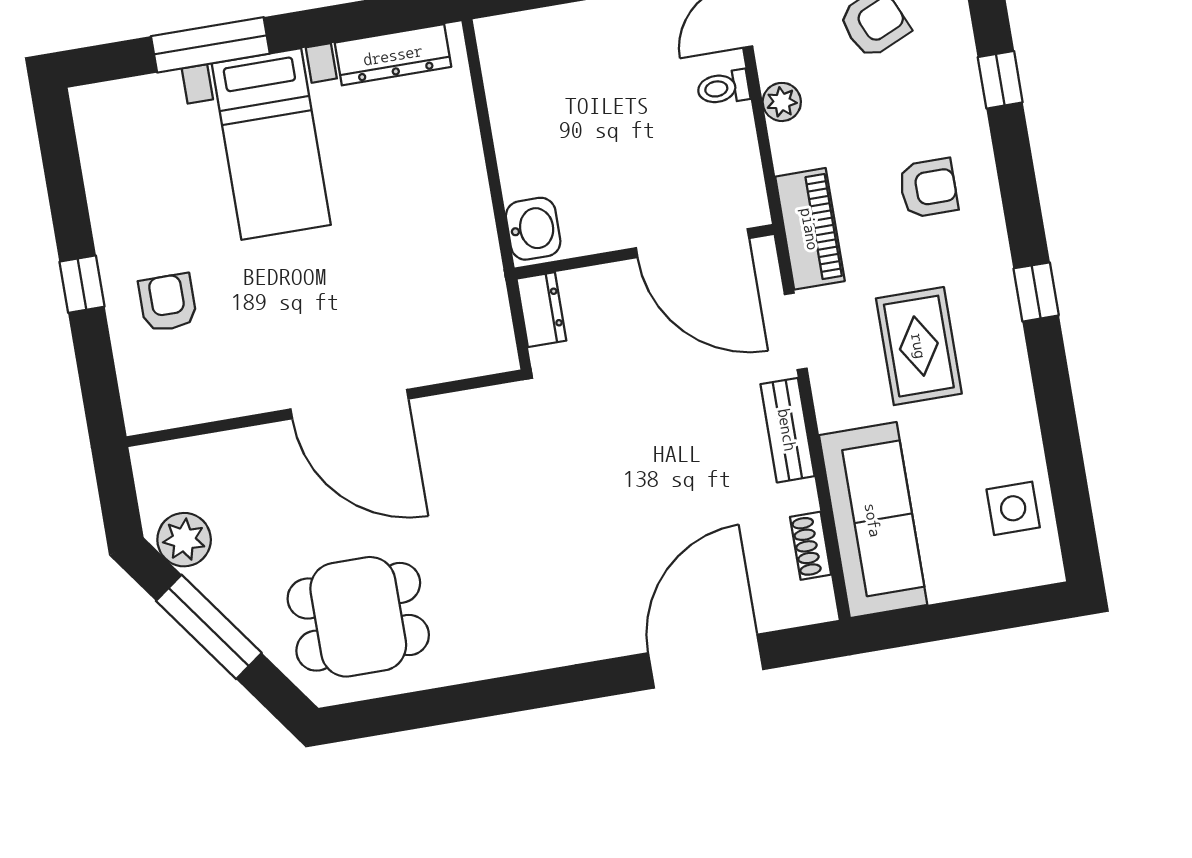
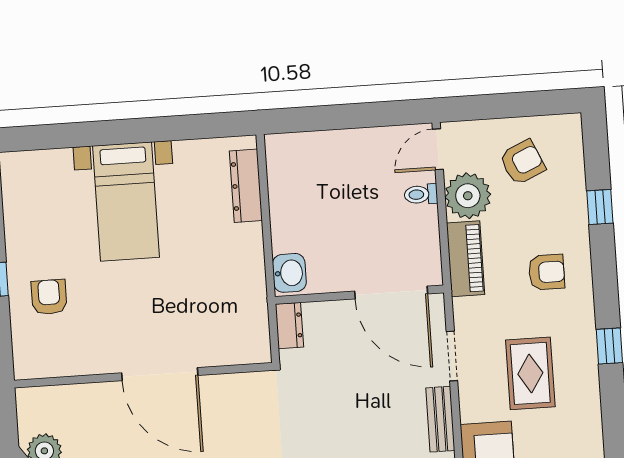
window: (210, 45) -> (93, 134), removed
dresser: (393, 55) -> (246, 186), moved, turned 90
plant: (782, 102) -> (468, 196), width x1.87, depth x1.87
piano: (810, 229) -> (466, 259), moved

